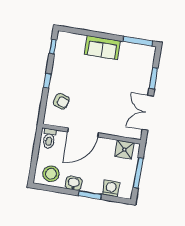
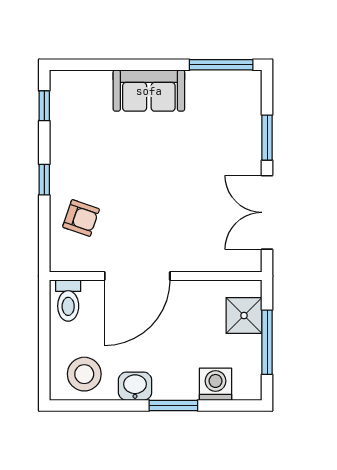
shower: (124, 150) -> (244, 316), moved

